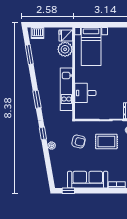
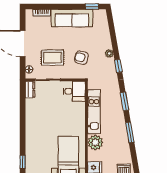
plant: (65, 49) -> (95, 142), moved
window: (29, 55) -> (130, 132), moved
desk: (85, 93) -> (74, 91), moved

